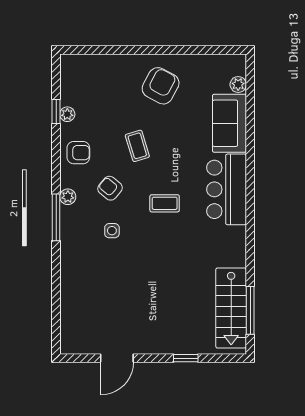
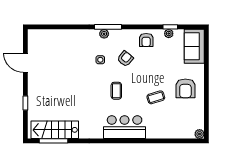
plant: (238, 85) -> (200, 134), moved
armchair: (161, 86) -> (185, 88), turned 62
sofa: (229, 123) -> (194, 46), moved, turned -90
coffee table: (137, 146) -> (156, 97), moved
plant: (68, 197) -> (104, 34), moved

